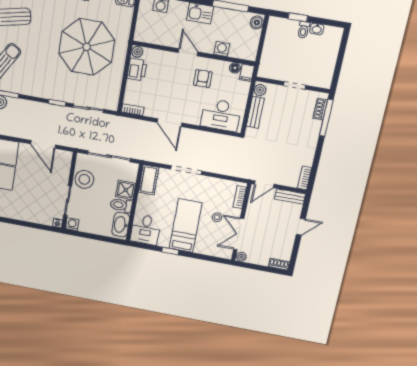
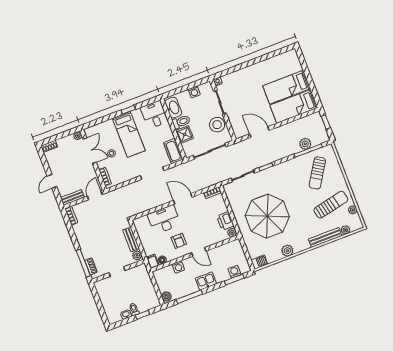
desk: (221, 115) -> (164, 220), moved
washing machine: (72, 224) -> (194, 92), moved

